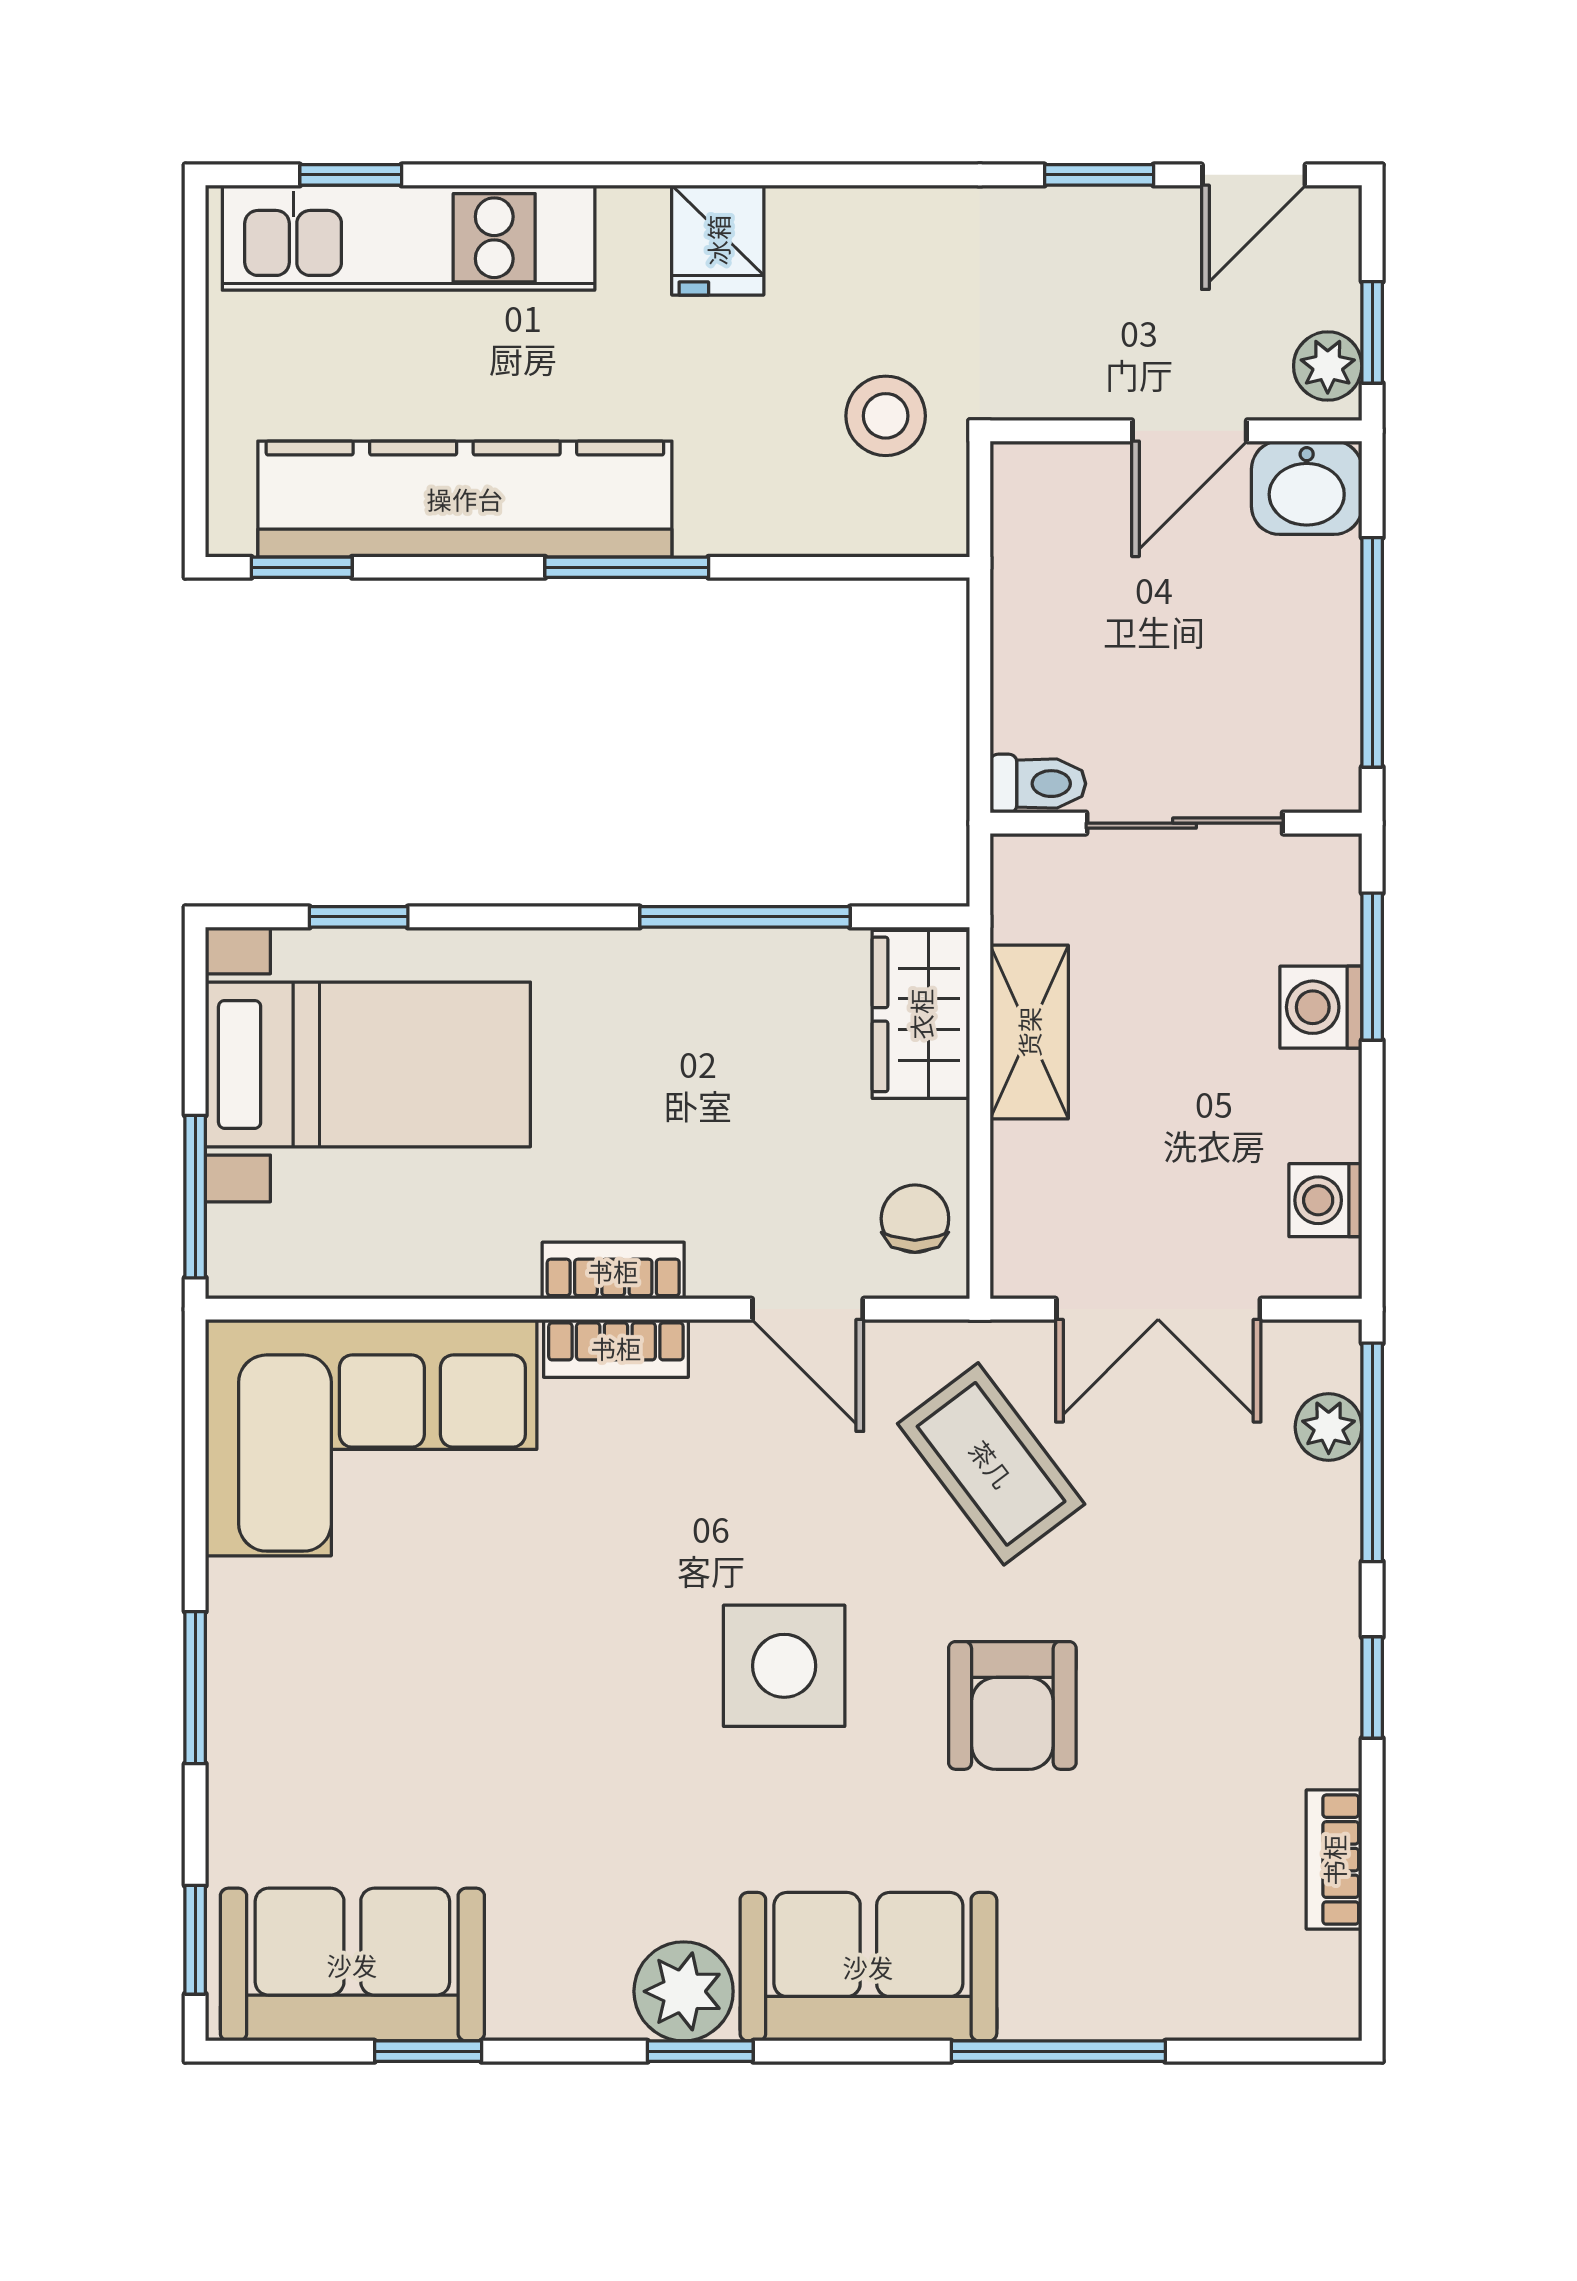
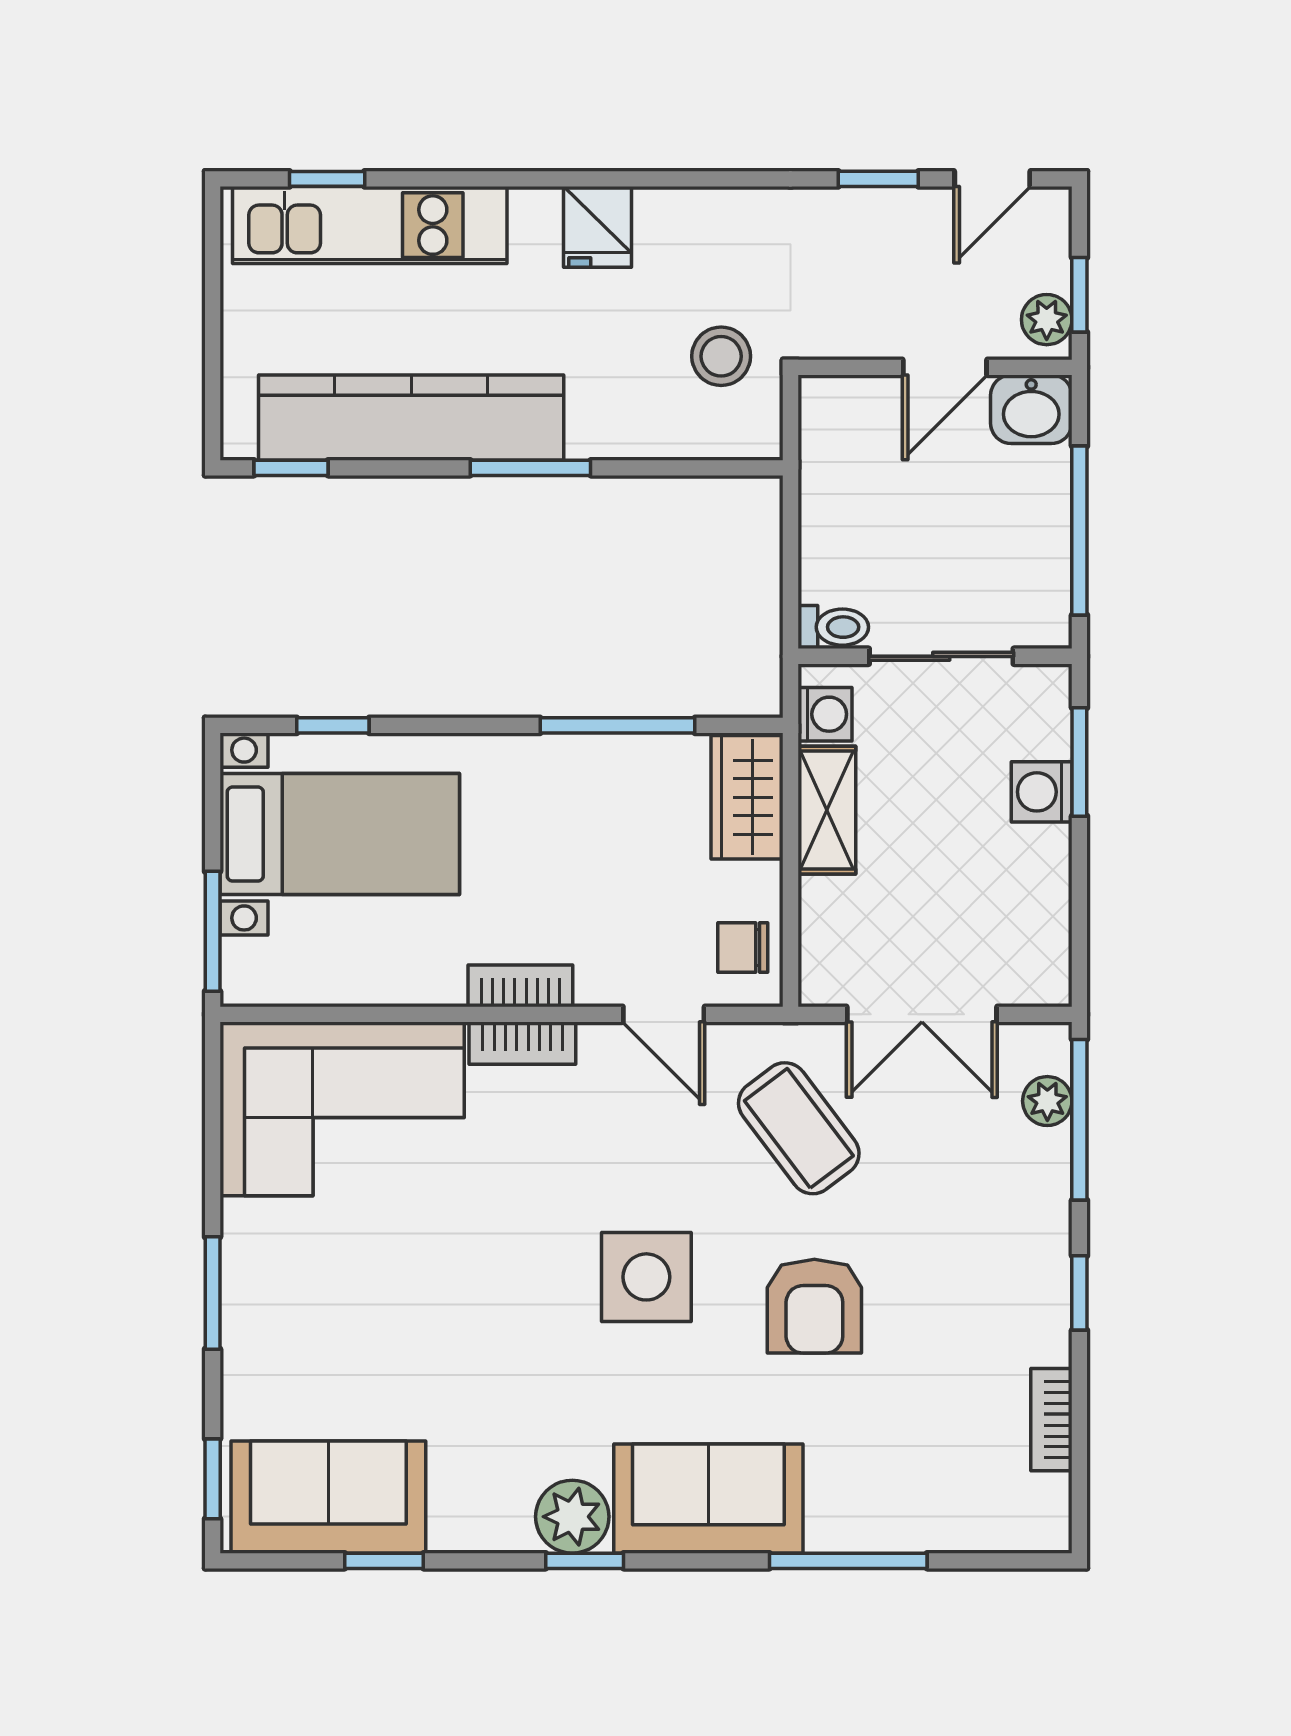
washing machine: (1325, 1200) -> (825, 714), moved, turned 180
chair: (915, 1219) -> (743, 948), turned -90

